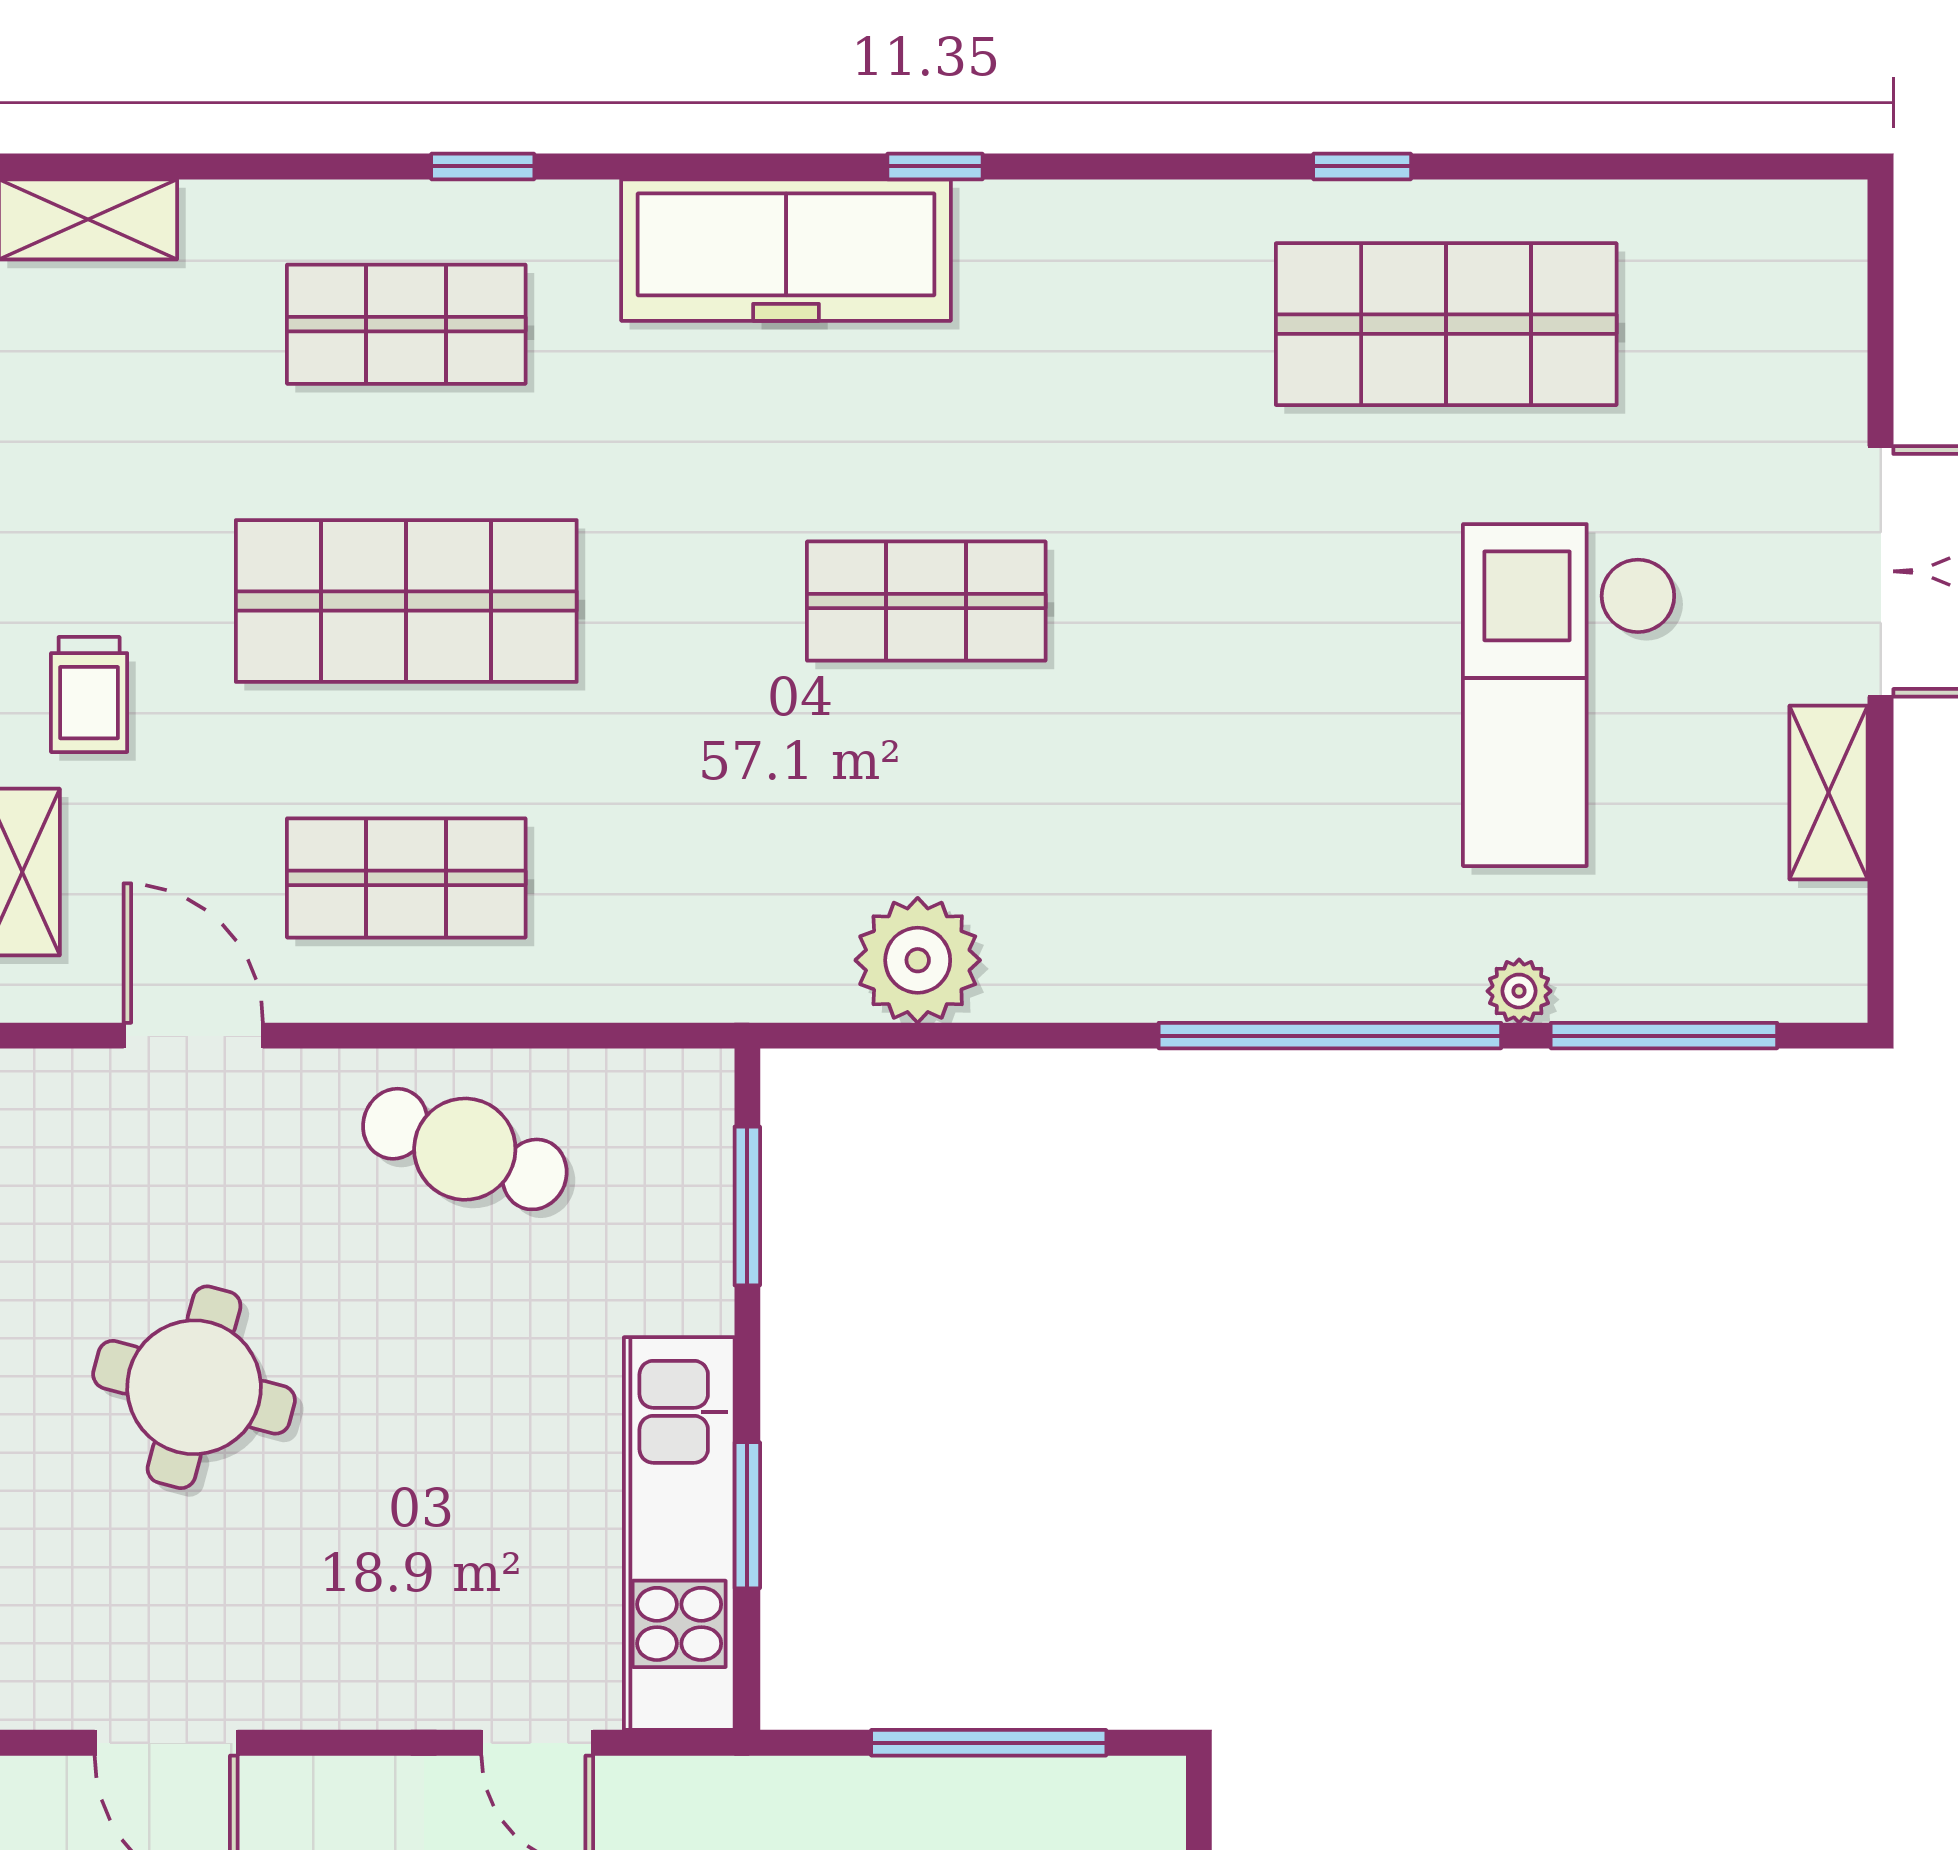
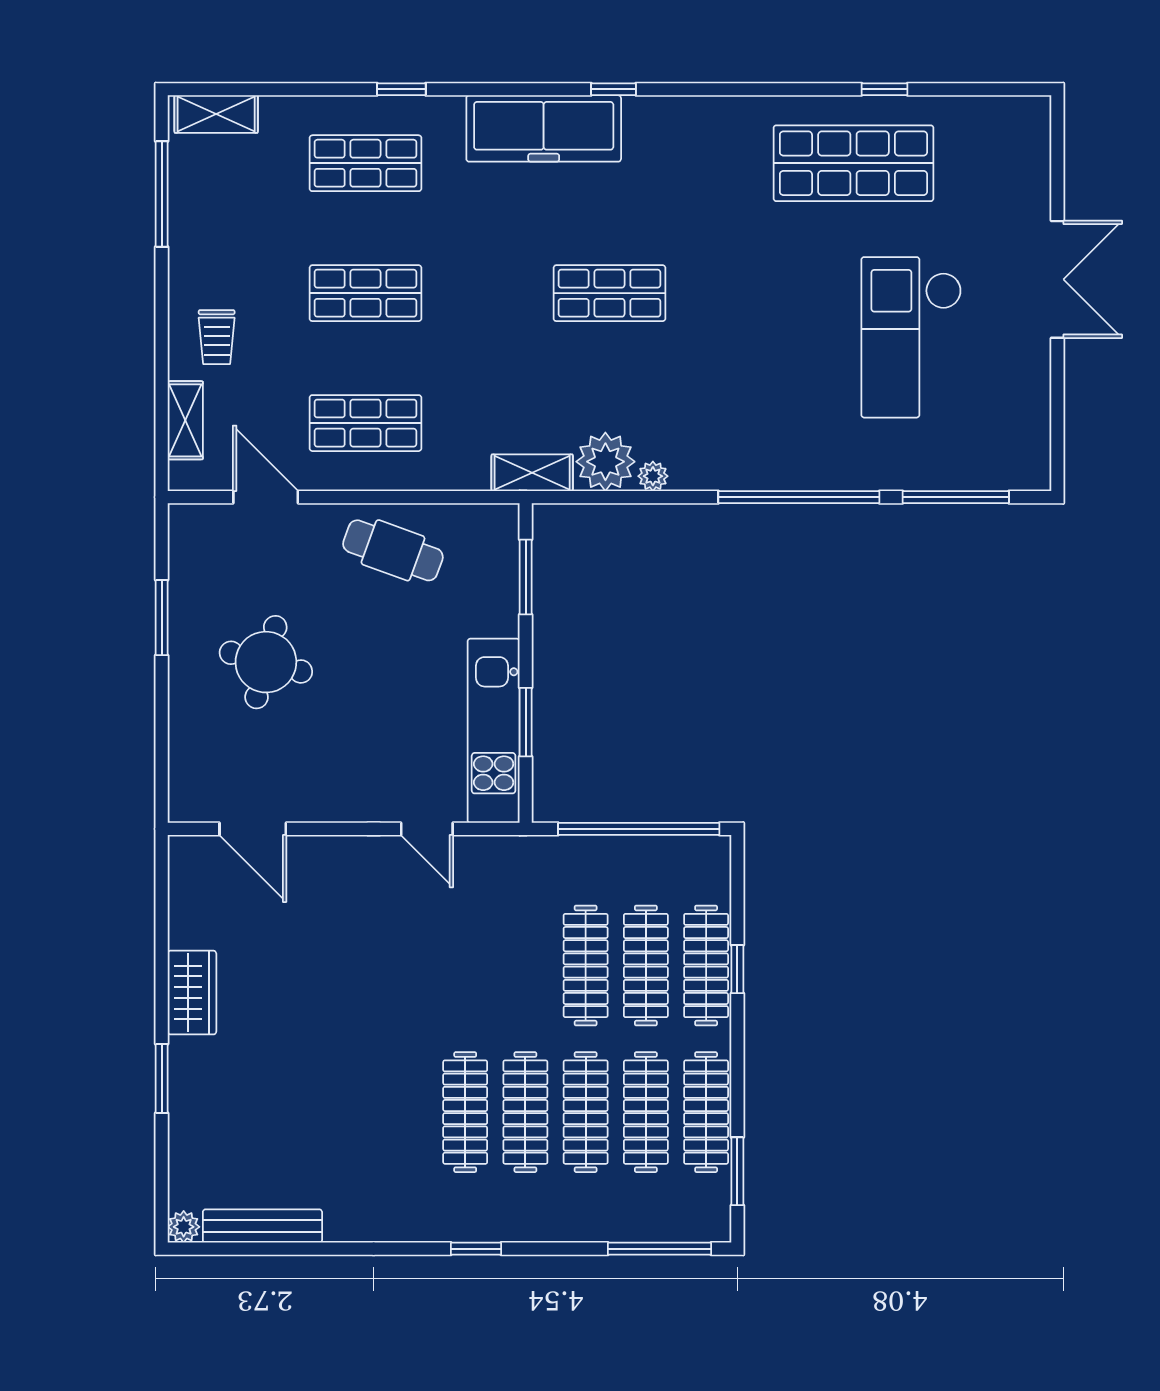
window: (1362, 166) -> (884, 89), moved
shop shelf: (406, 601) -> (365, 293), width x0.70, depth x0.74
shelving: (1829, 792) -> (532, 473), moved, turned 90
plant: (1519, 991) -> (653, 476), moved
window: (989, 1743) -> (639, 829), width x1.46

